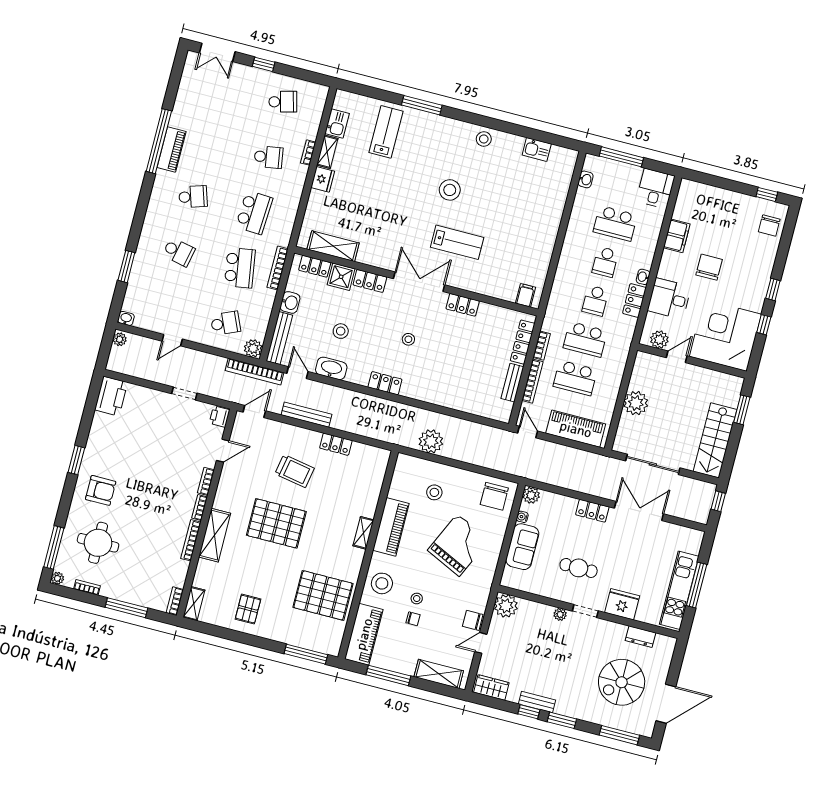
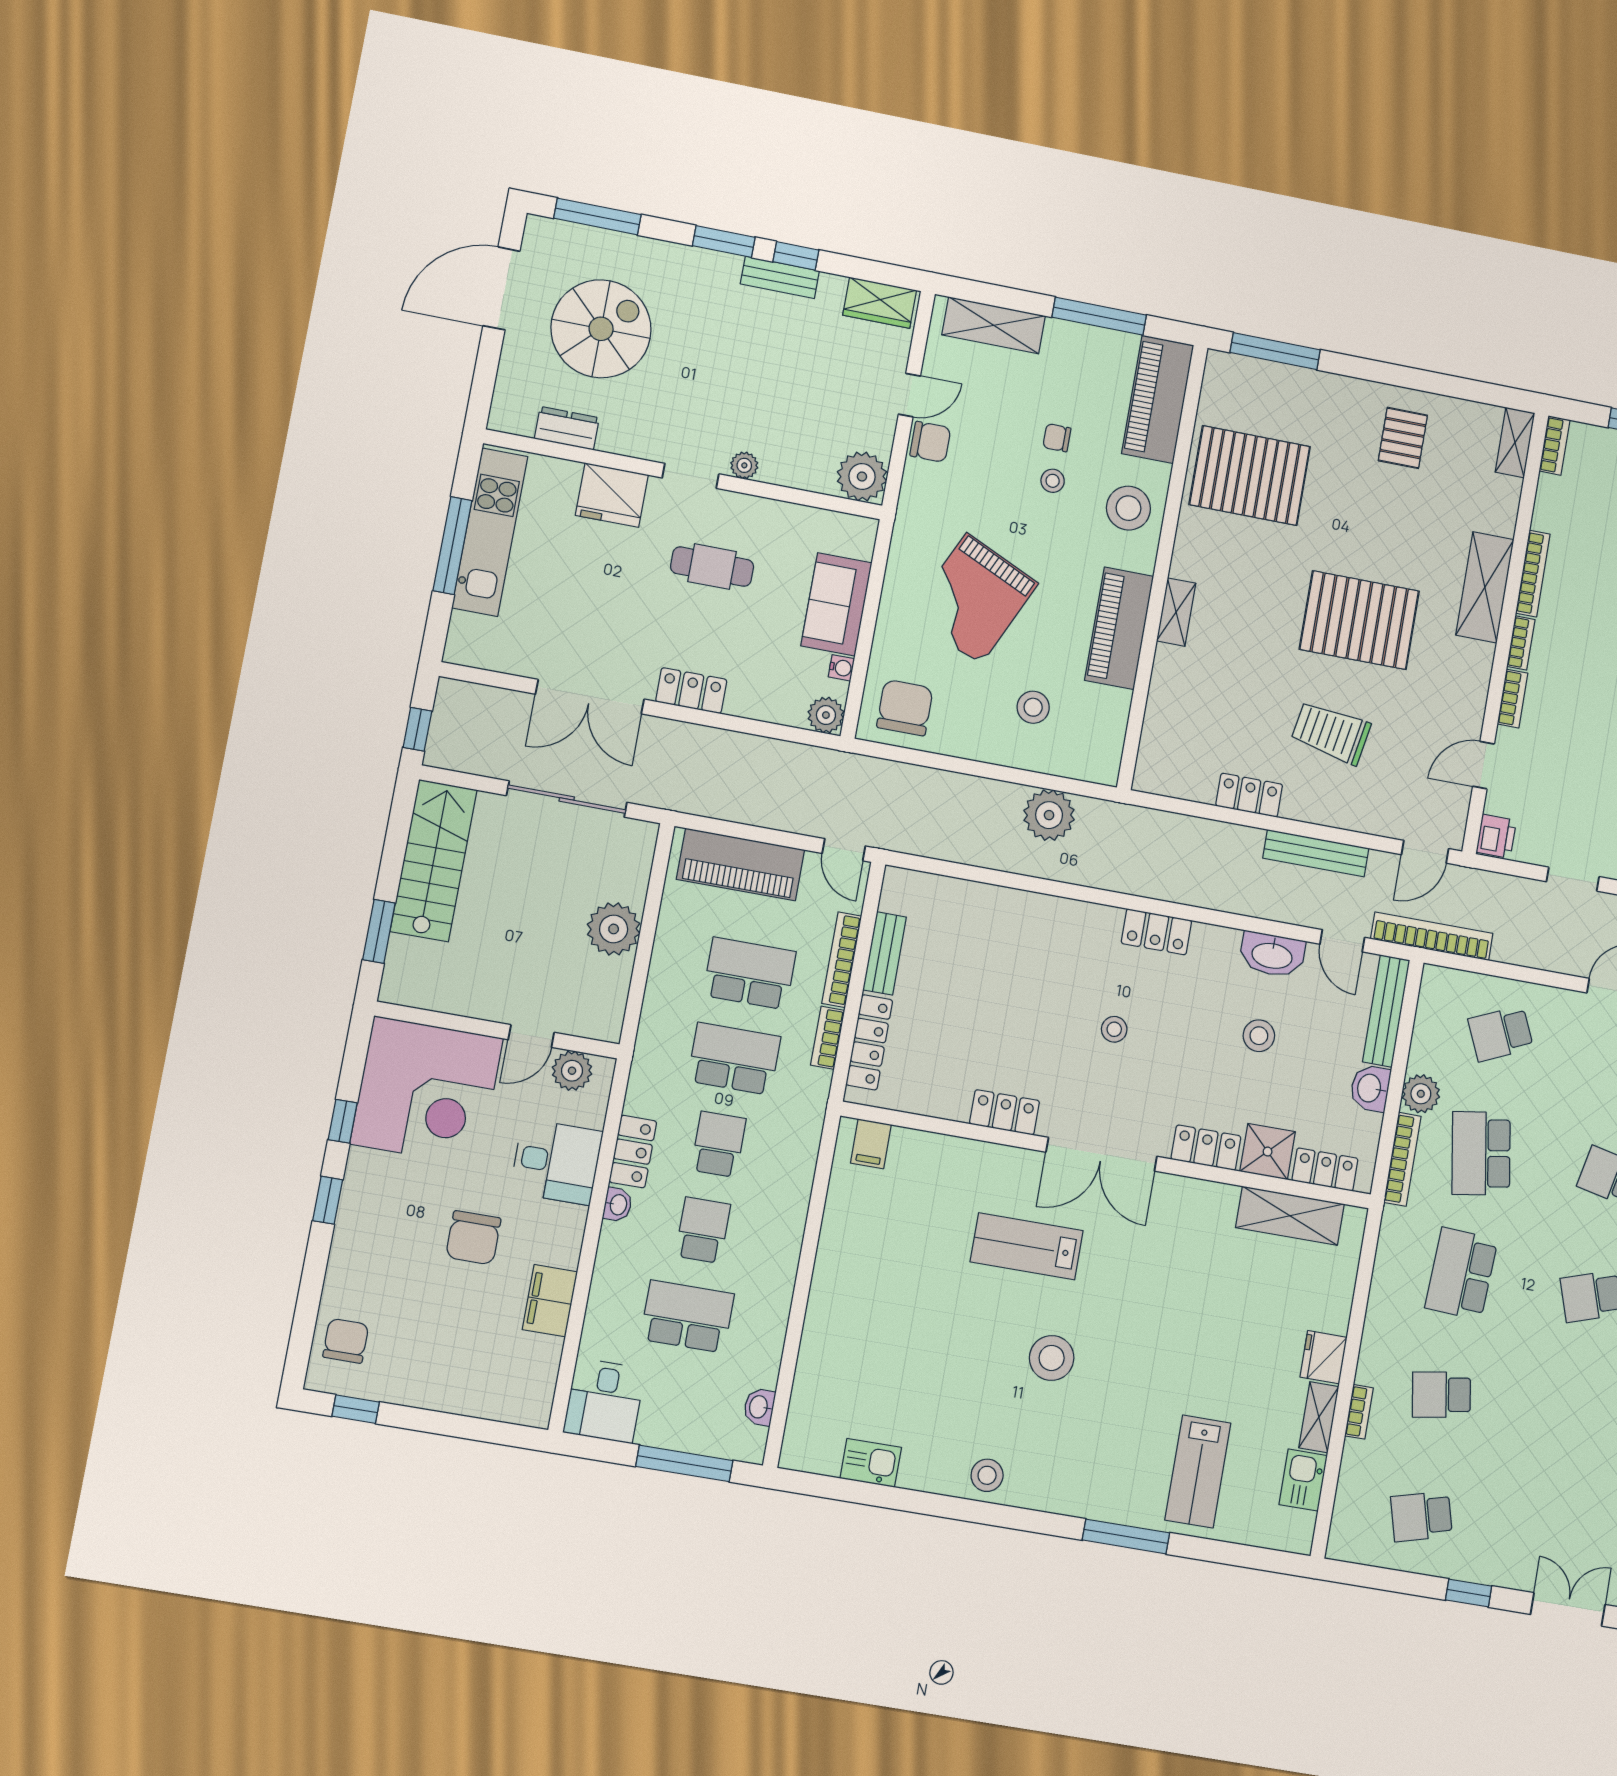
plant: (253, 348) -> (1421, 1094), moved

